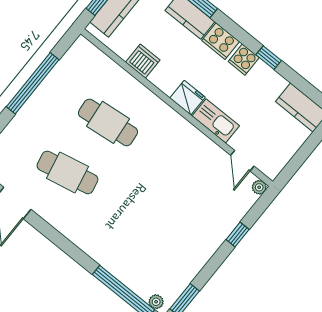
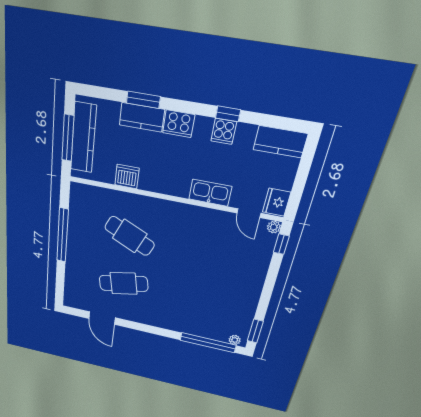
cooker: (244, 60) -> (224, 131), moved
fridge: (188, 98) -> (277, 202), moved, turned -90
cafe table: (108, 122) -> (130, 236), turned 30
window: (238, 235) -> (281, 244), moved

